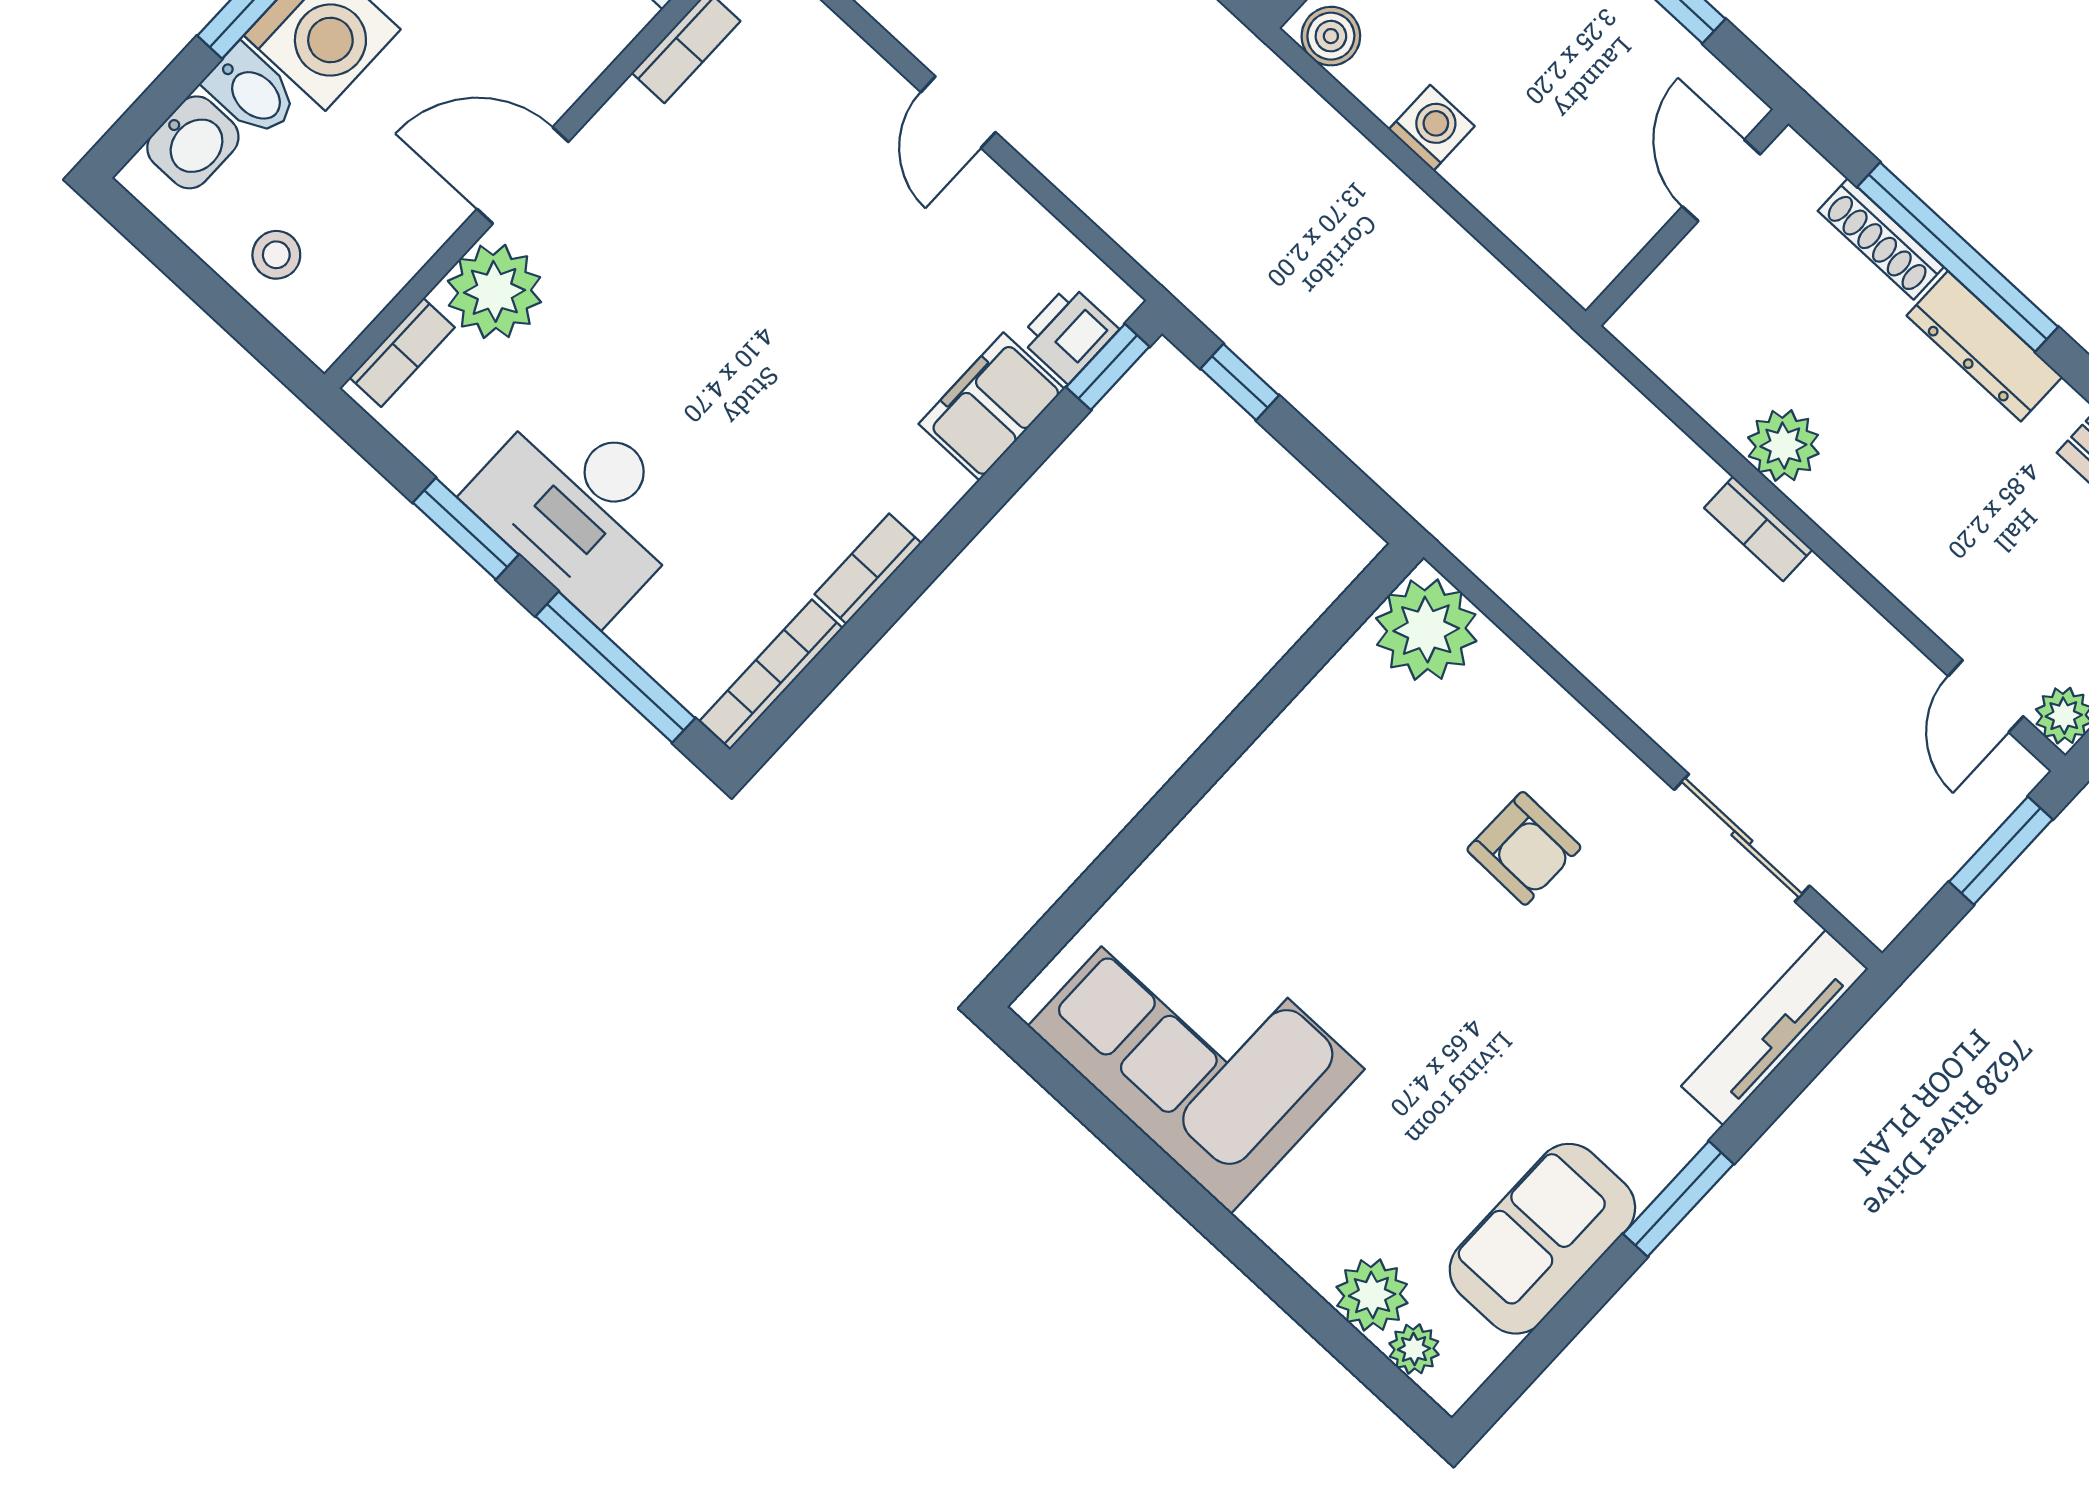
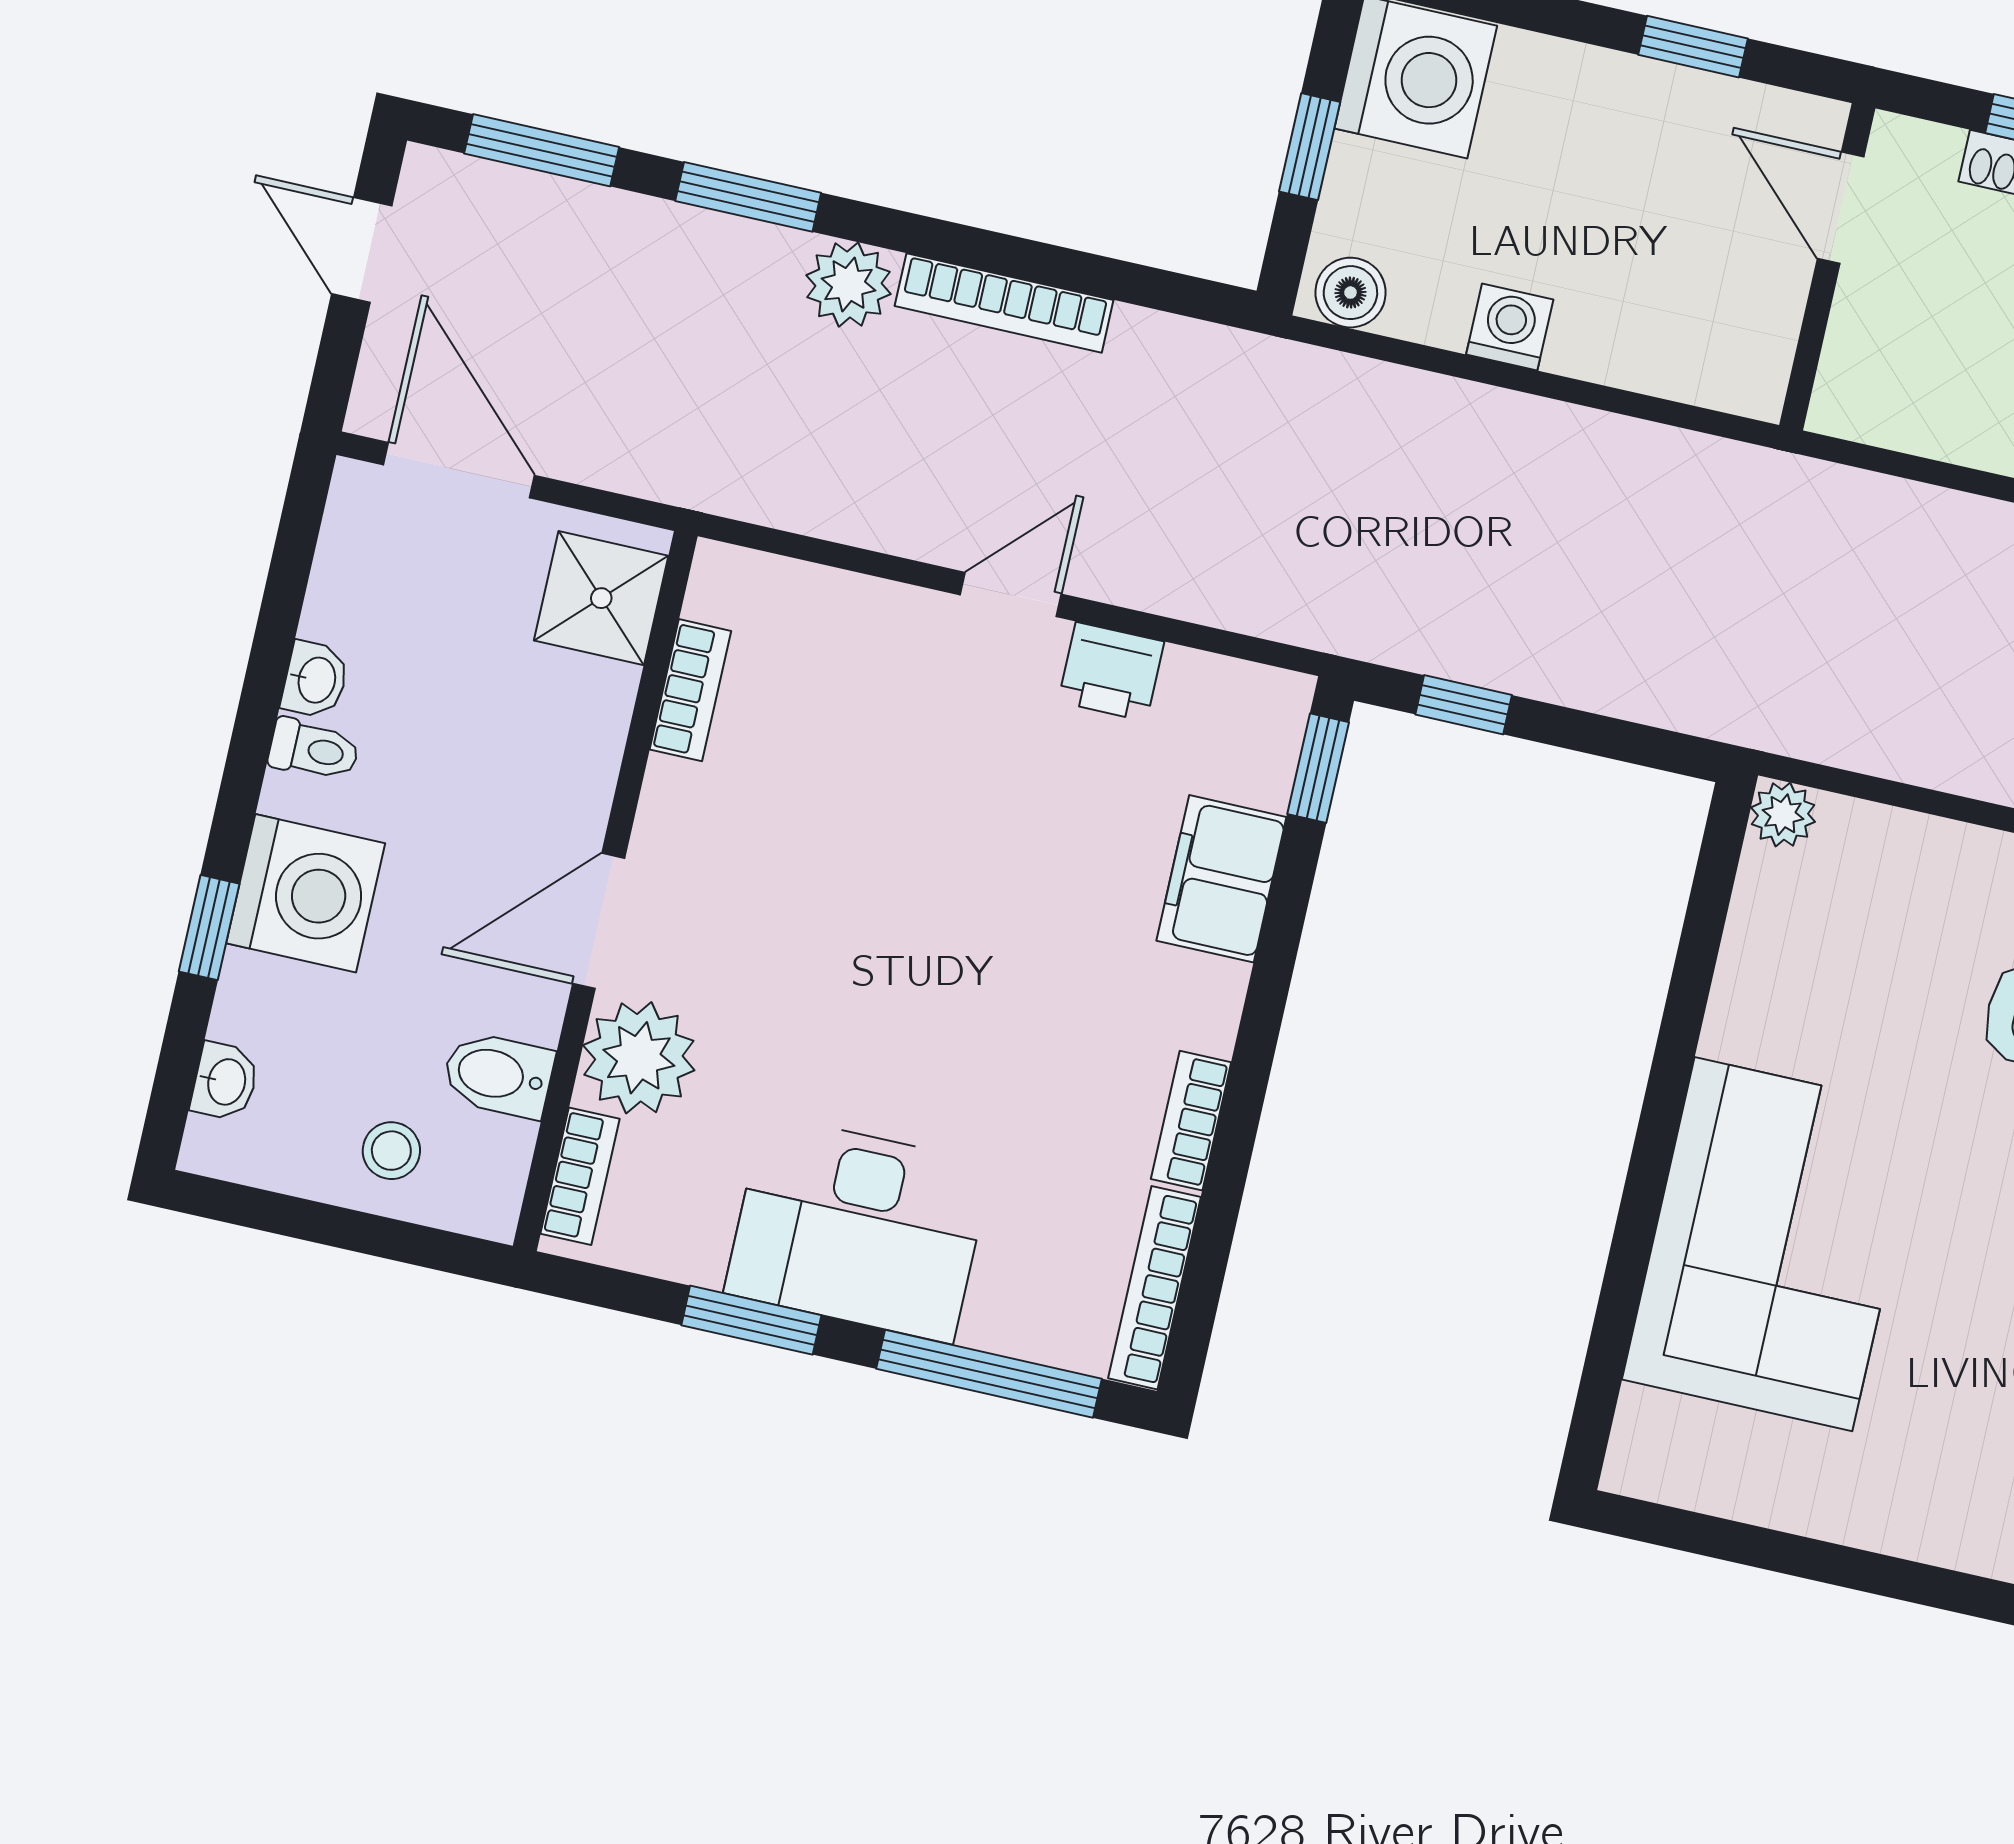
bidet: (252, 91) -> (498, 1075), moved, turned 180
door: (958, 112) -> (1011, 594), swing flipped
washbasin: (193, 142) -> (225, 1082), width x0.72, depth x0.69
printer: (1069, 334) -> (1111, 672), moved, turned -90
plant: (1426, 630) -> (1783, 815), width x0.53, depth x0.53
corner sofa: (1196, 1047) -> (1773, 1244), moved, turned 90

